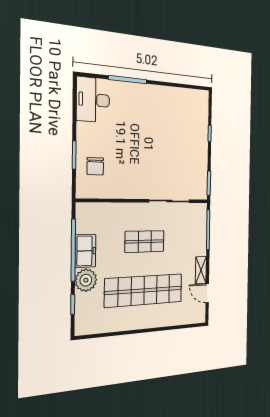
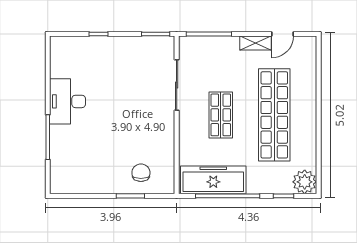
desk: (93, 100) -> (68, 101), moved, turned 90
chair: (95, 166) -> (141, 173), turned -90
freezer: (85, 251) -> (213, 180), width x1.91, depth x1.26
plant: (86, 280) -> (305, 182), moved

